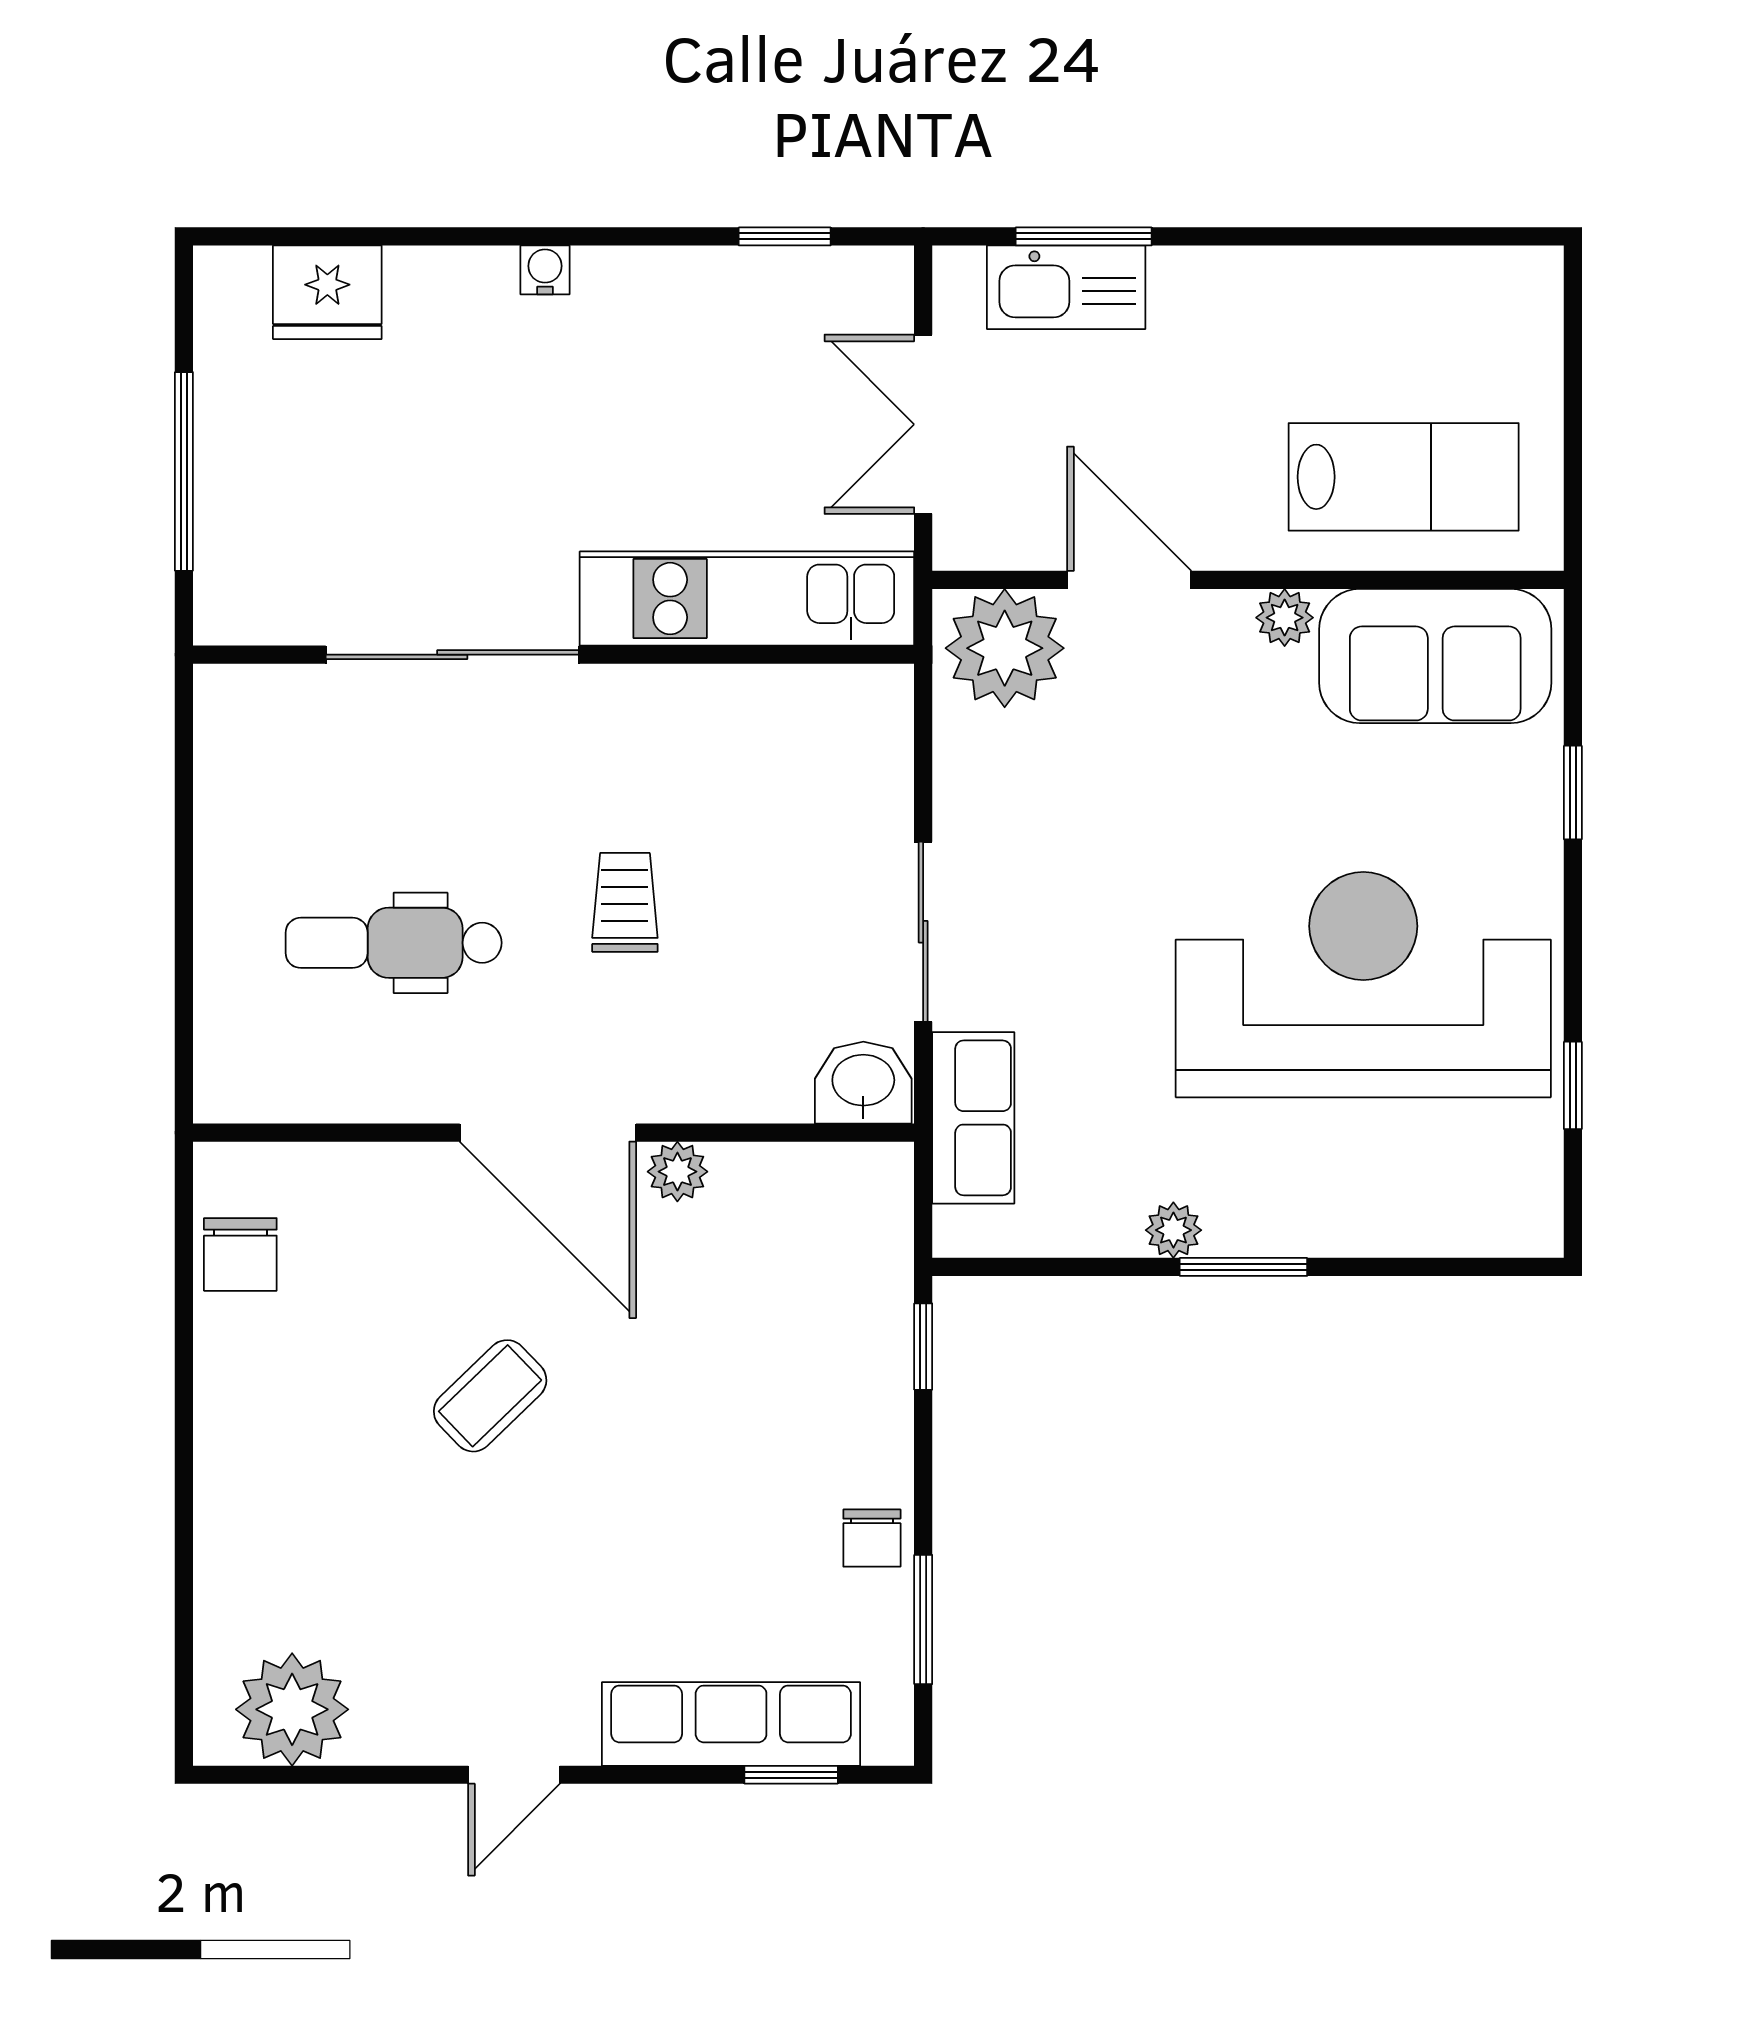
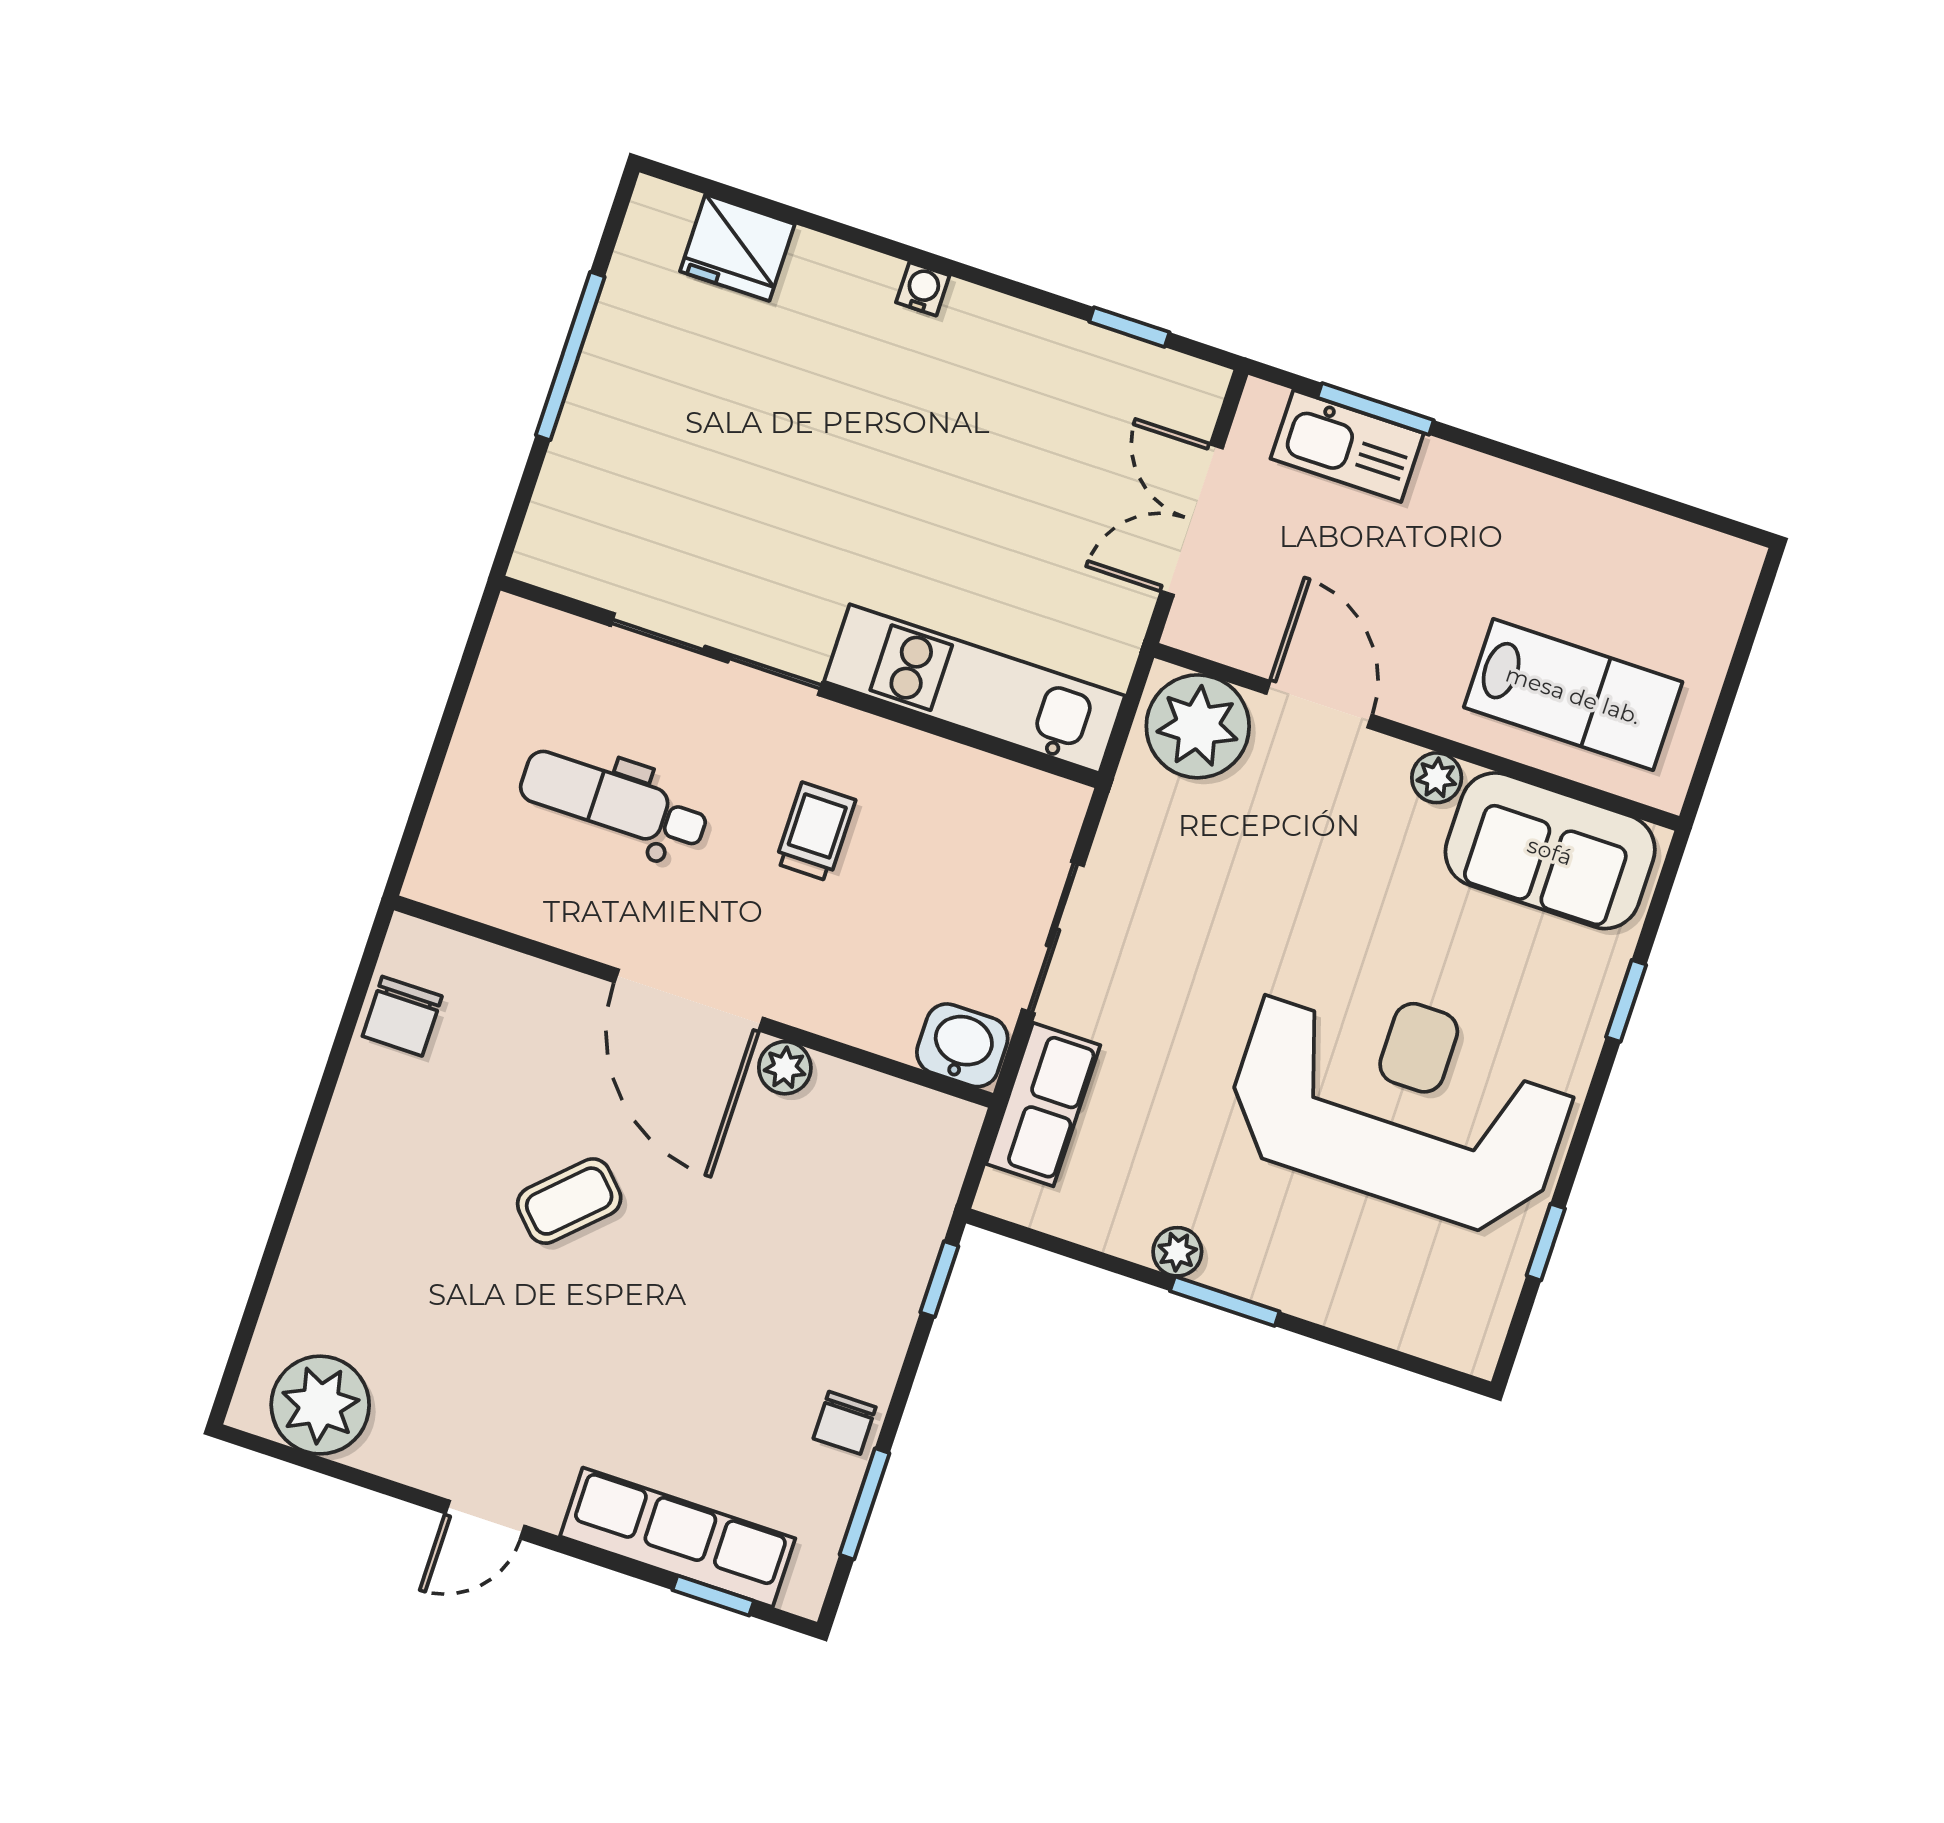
kitchen unit: (747, 599) -> (975, 689), moved
sliding door: (452, 655) -> (716, 654), moved
wall: (554, 655) -> (800, 682), moved

